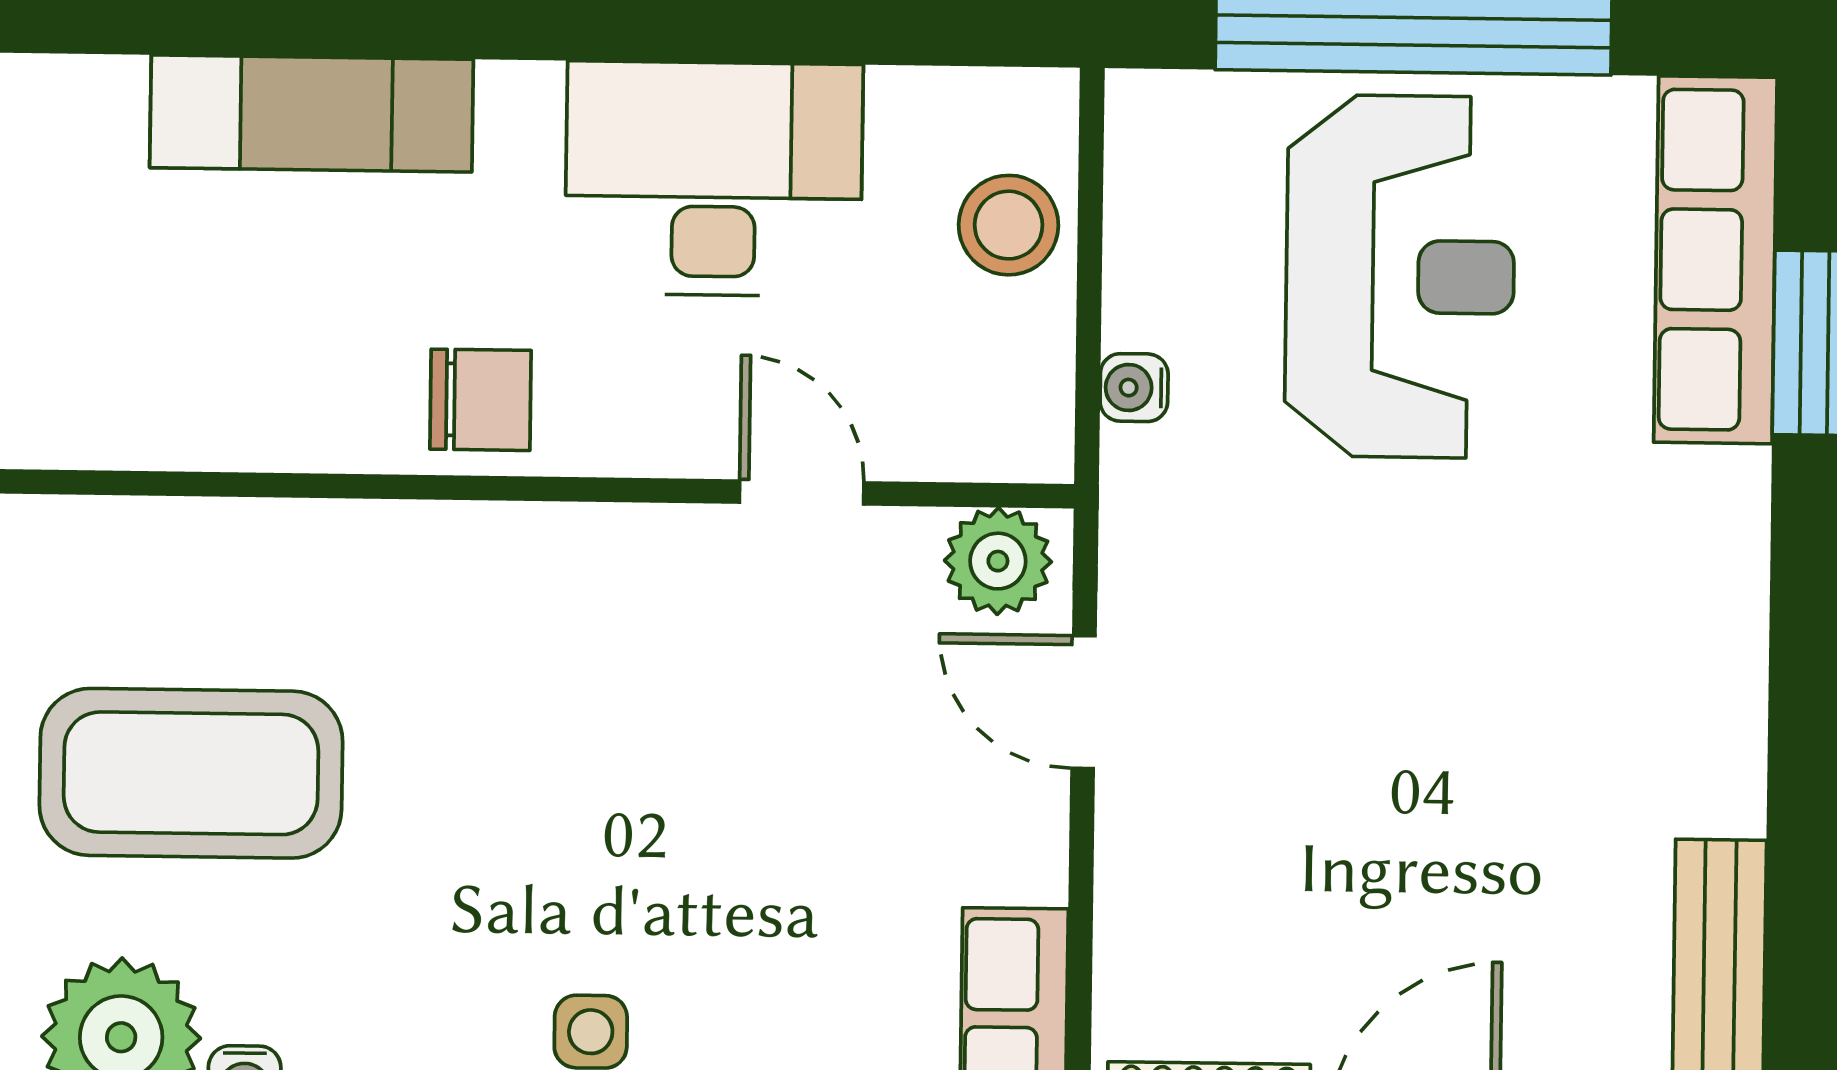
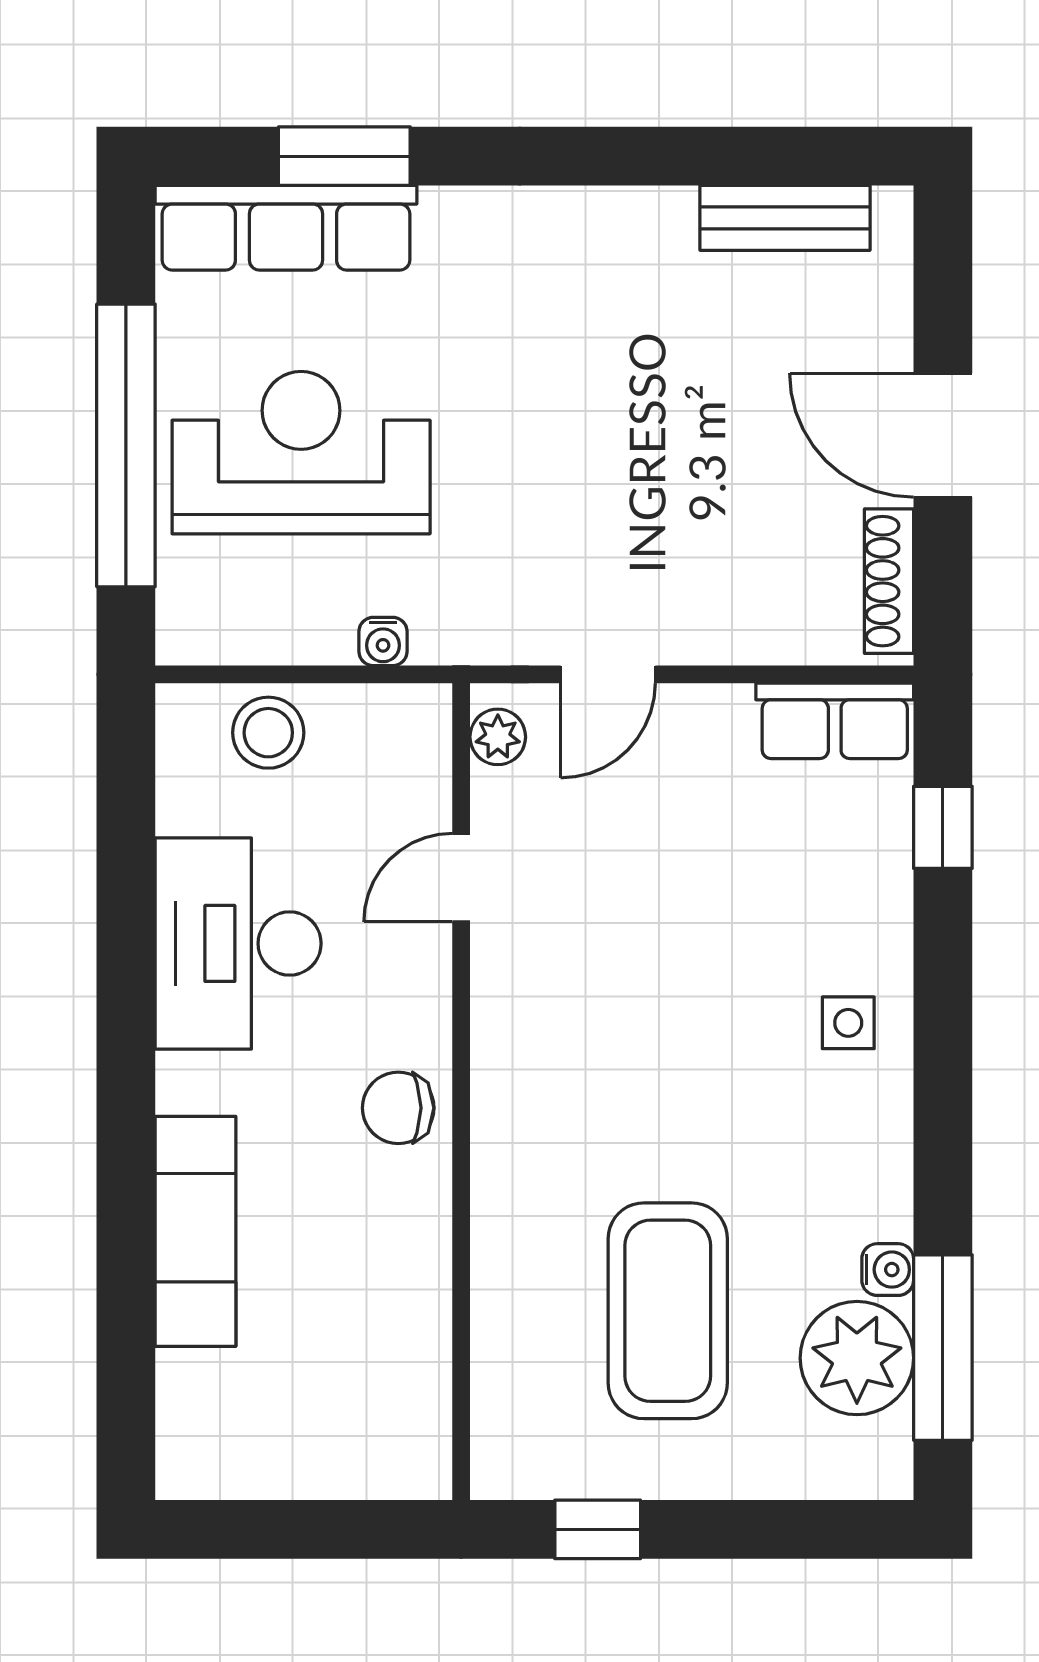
chair: (481, 400) -> (398, 1108), turned -90
plant: (998, 561) -> (498, 737), width x0.73, depth x0.73

